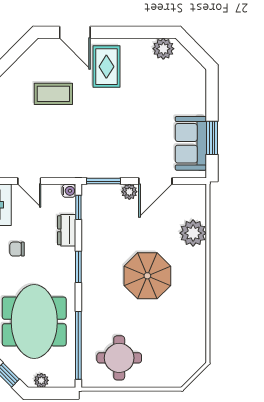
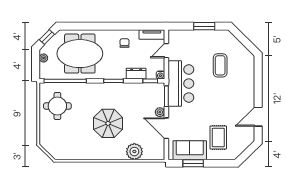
door: (75, 32) -> (258, 117), moved
plant: (163, 49) -> (248, 133), removed
rug: (106, 67) -> (218, 138), moved, turned 90
bar counter: (83, 158) -> (181, 84), added

